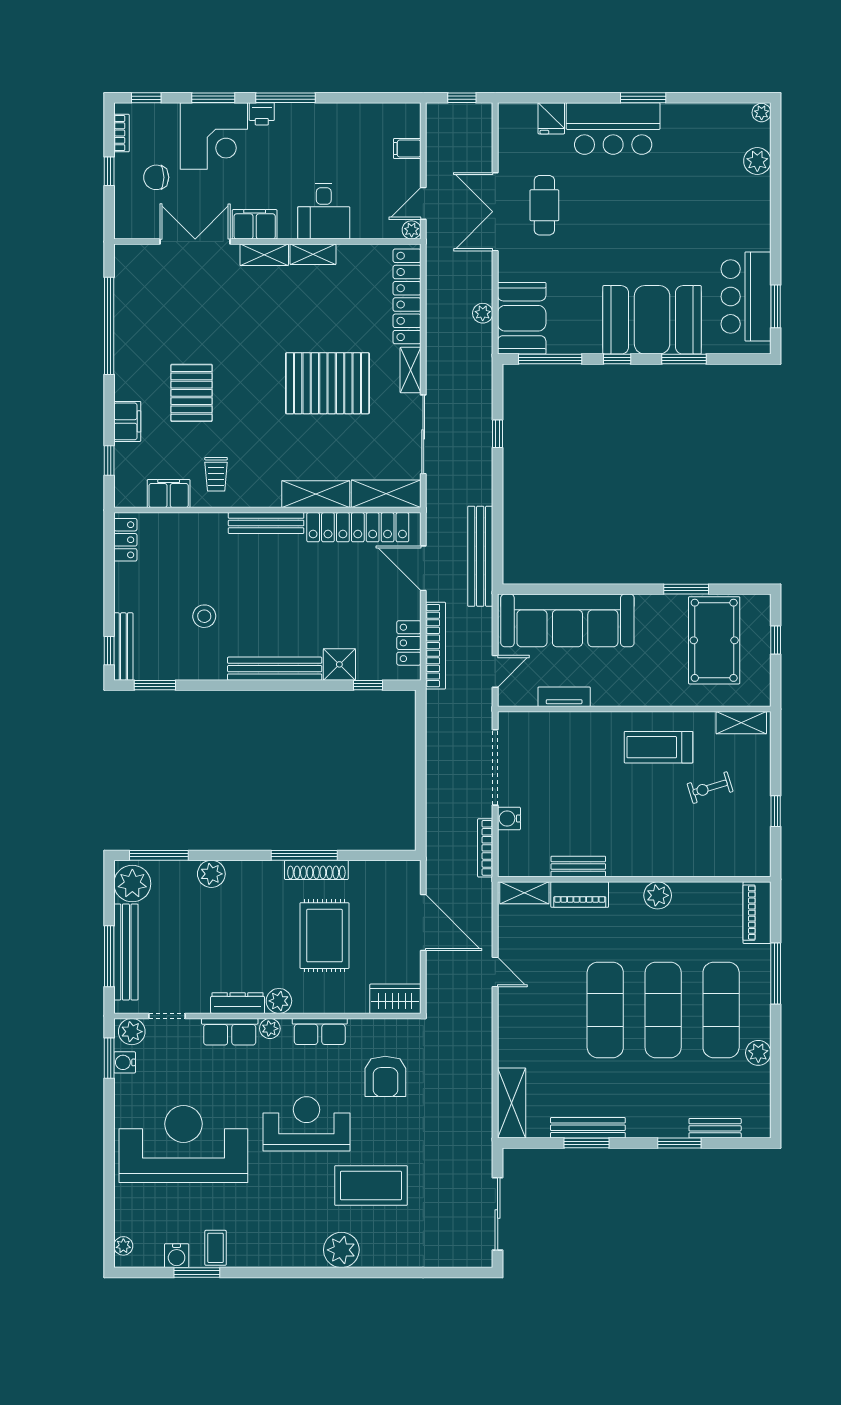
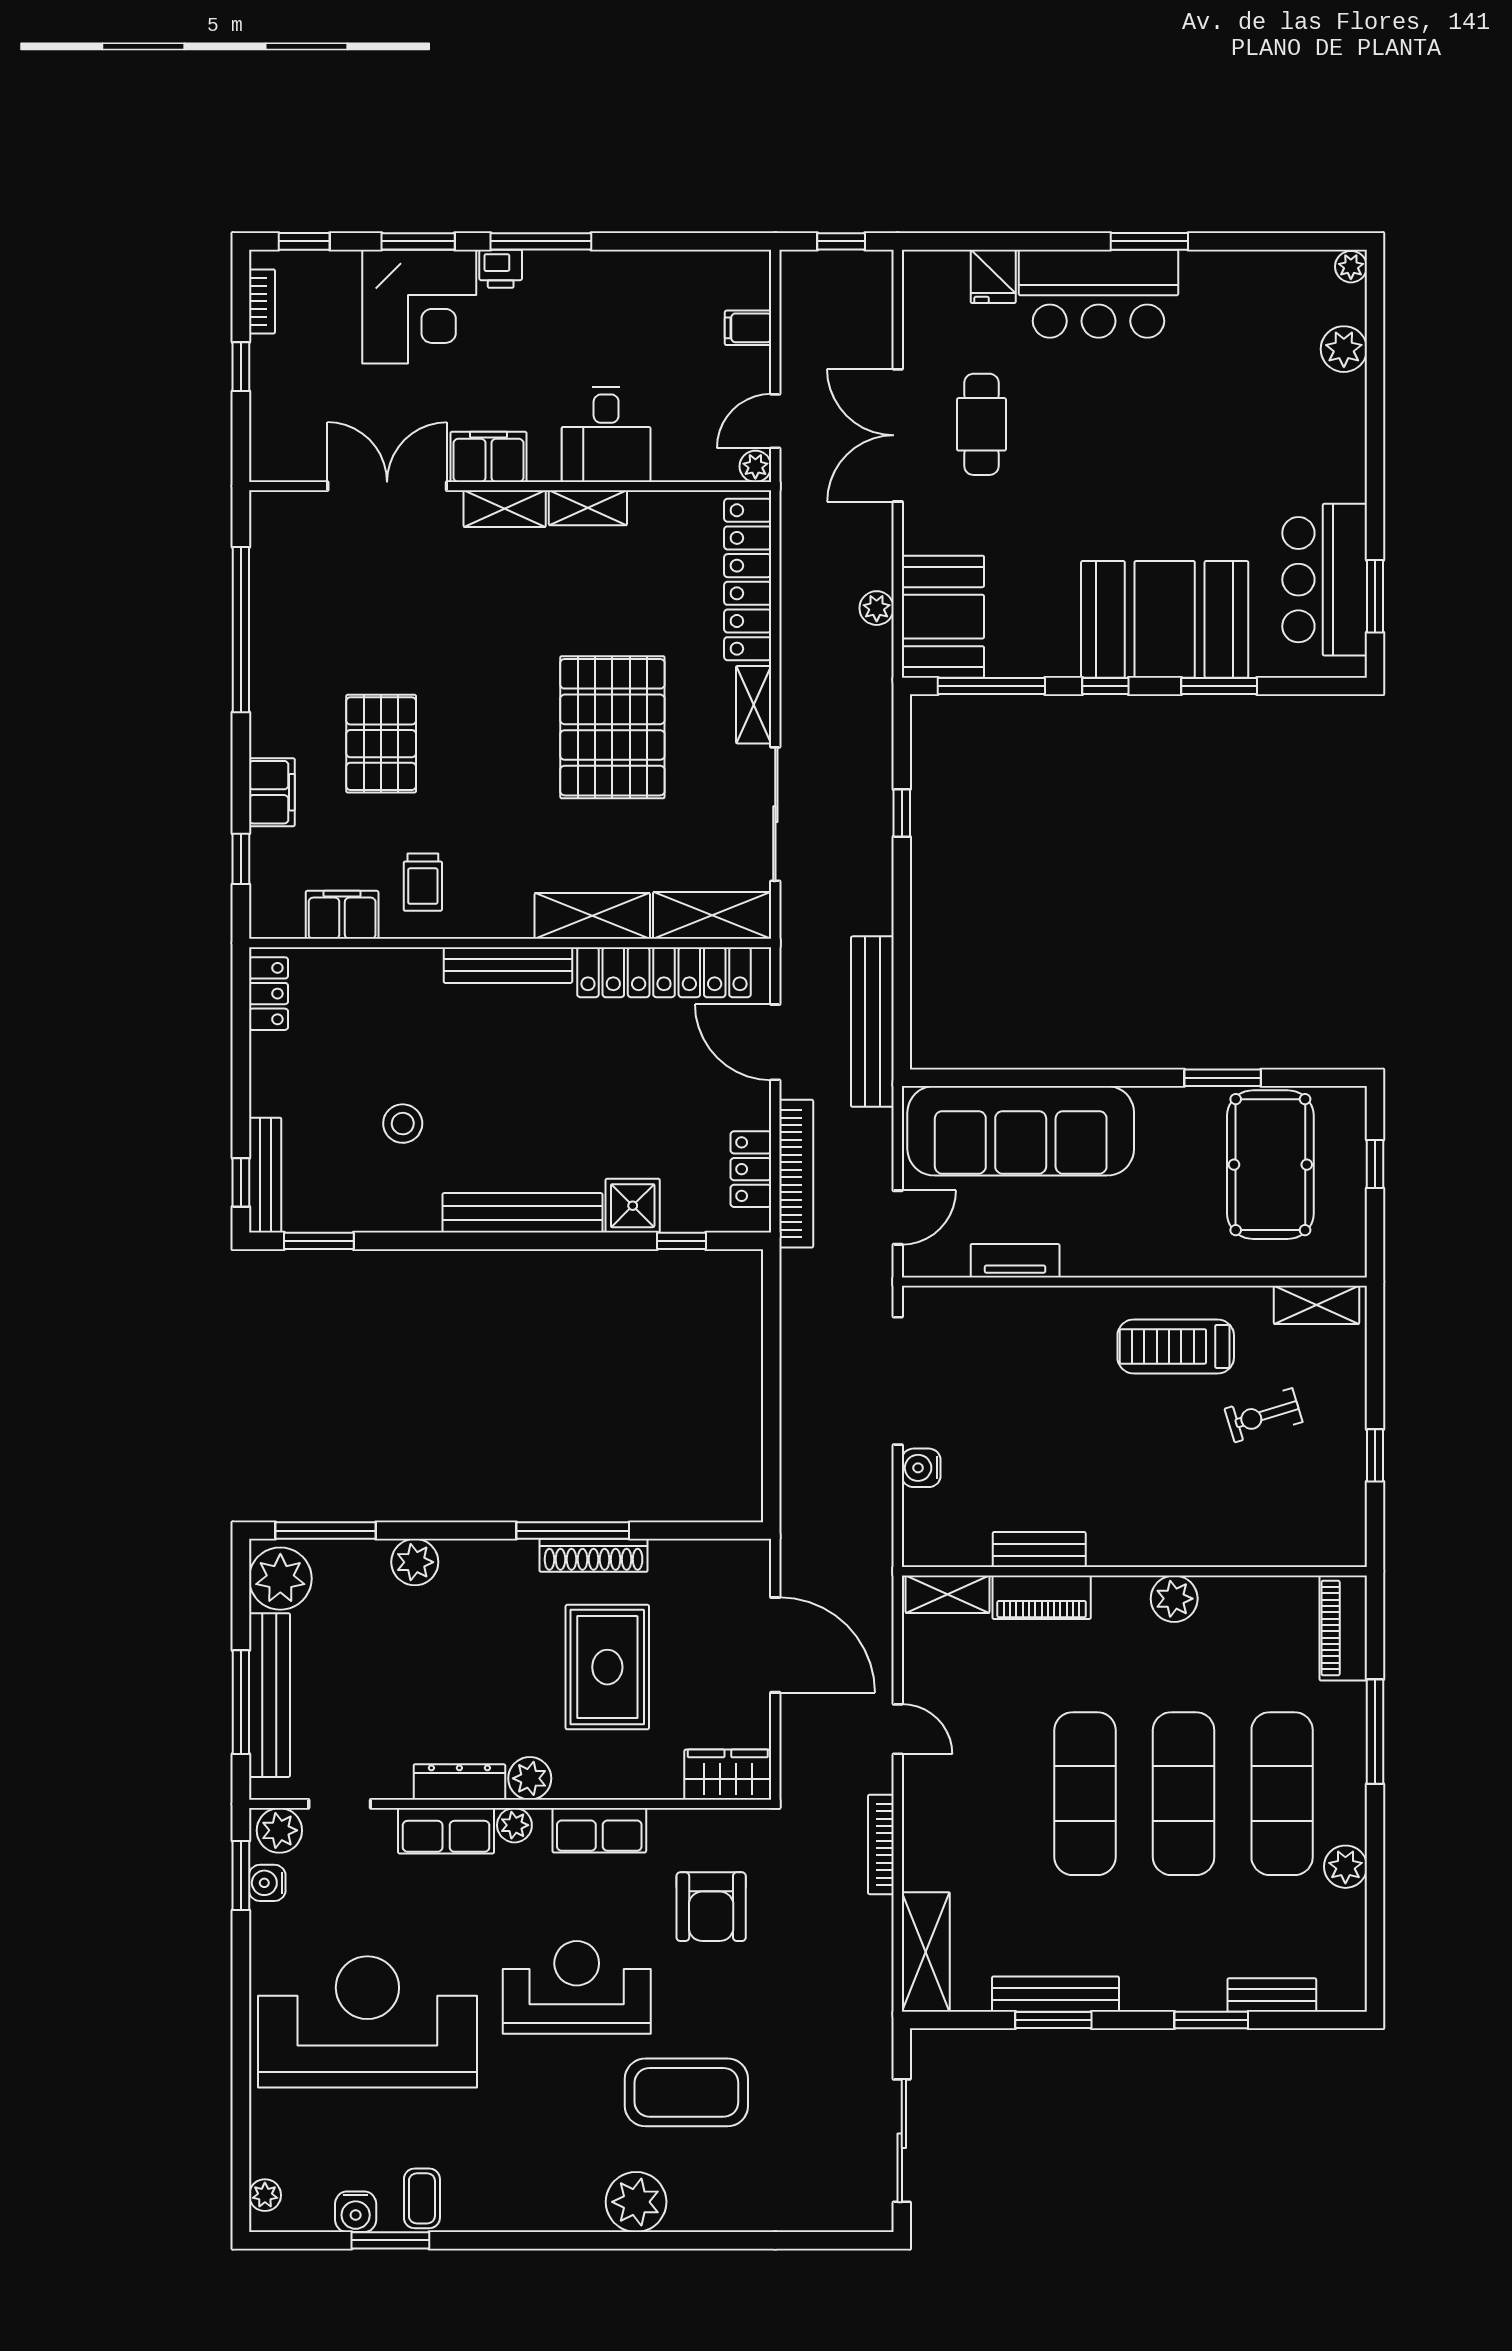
chair: (156, 177) -> (321, 377), removed
pallet: (327, 383) -> (612, 727), turned 90
bookcase: (485, 848) -> (881, 1844), moved

